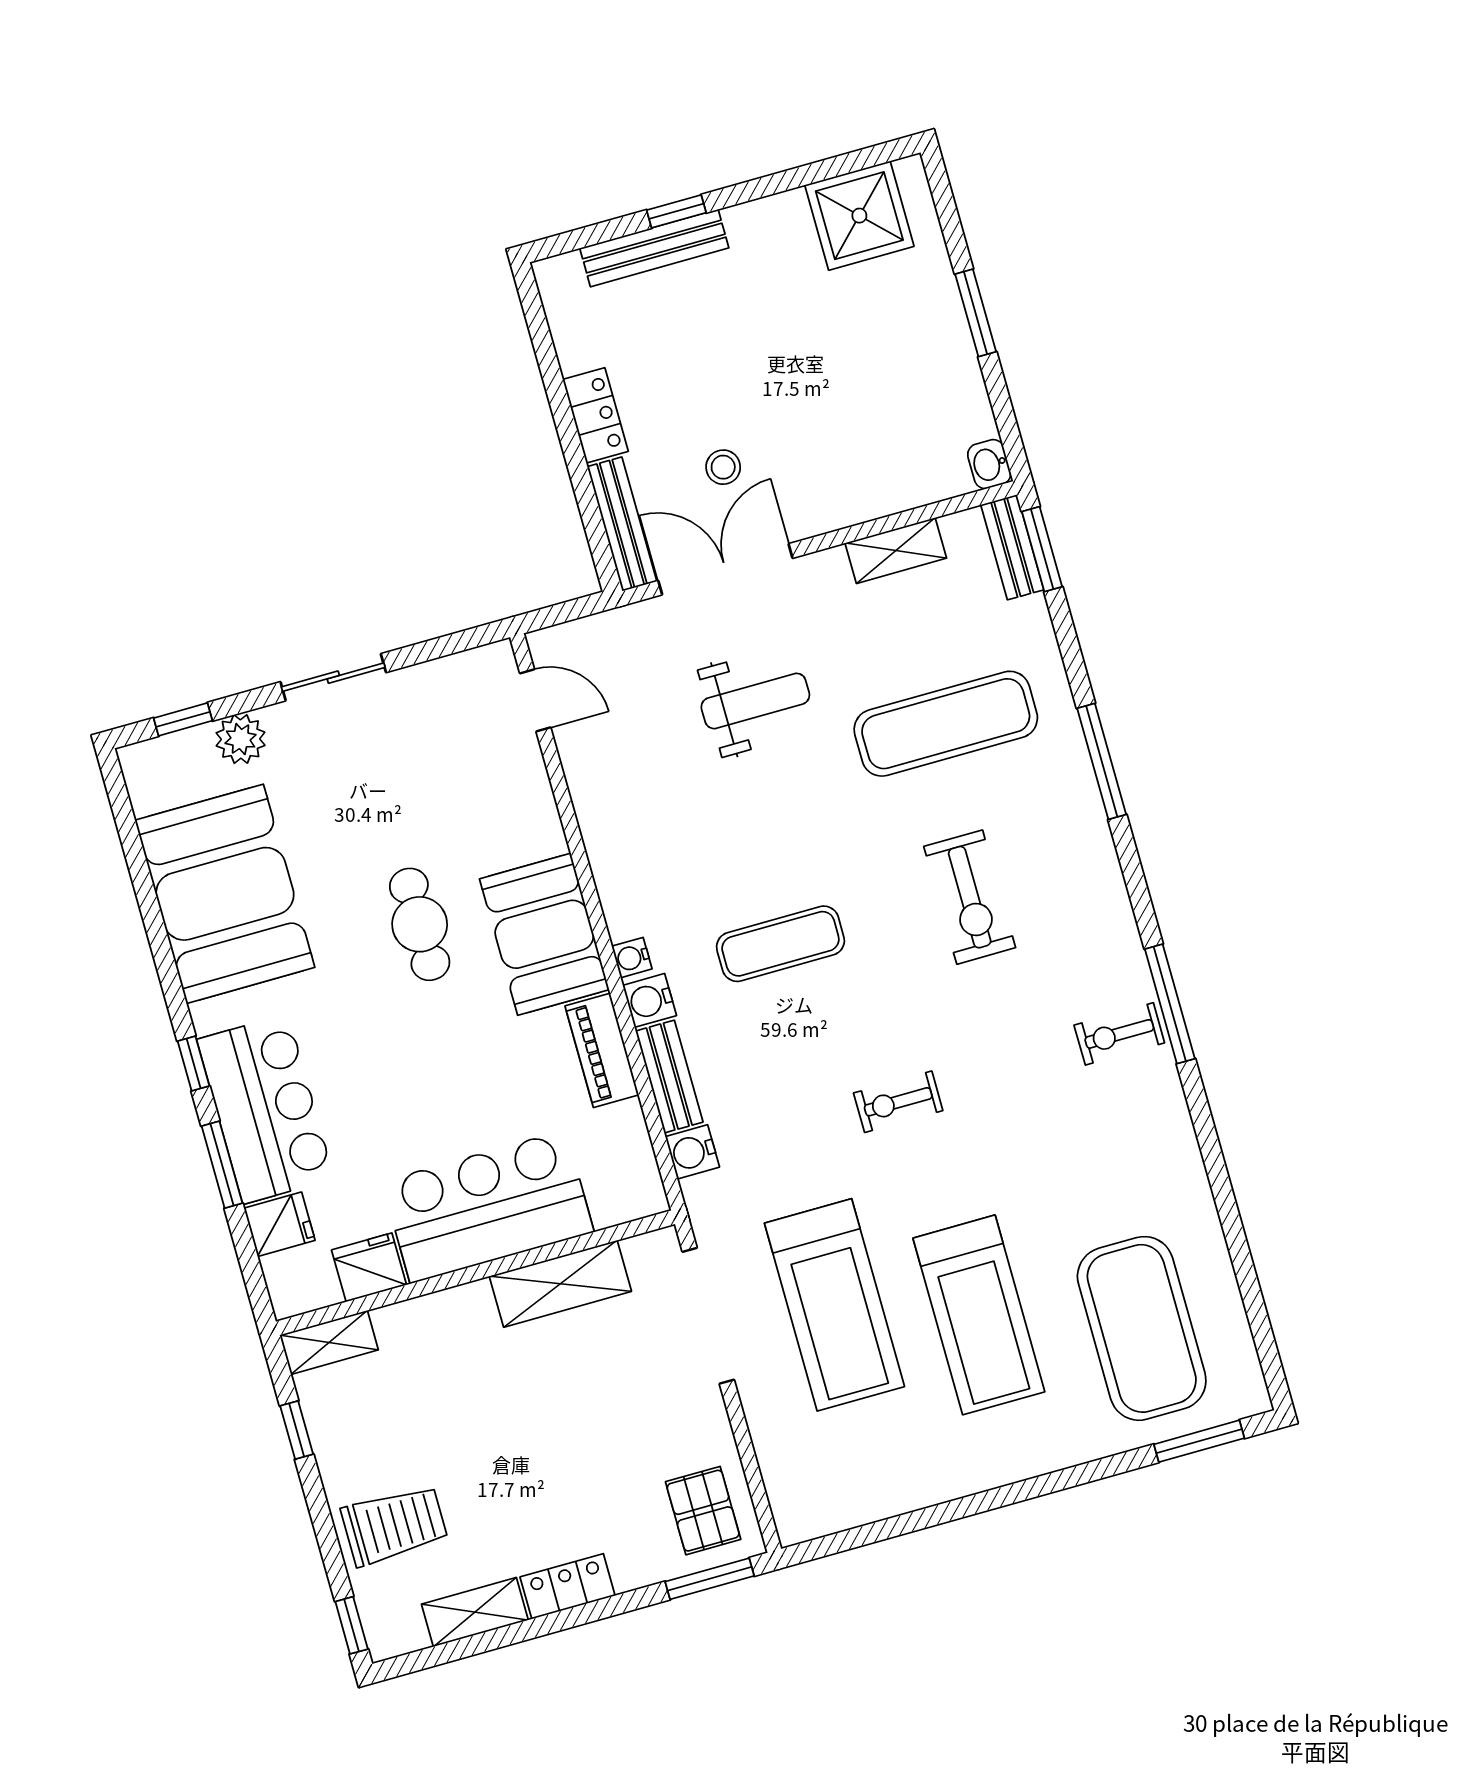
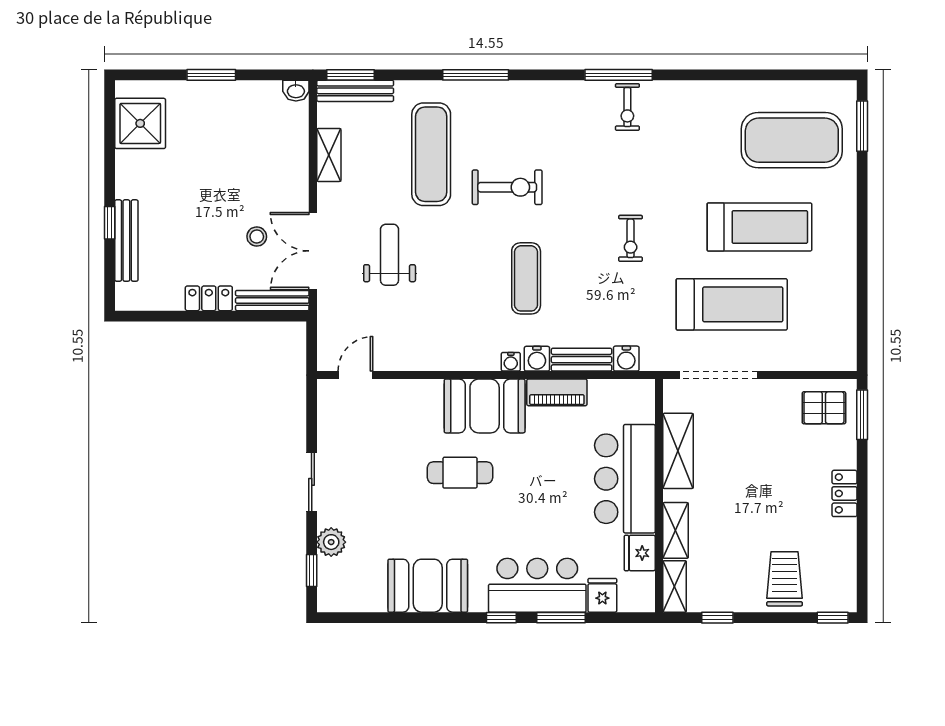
bench: (1012, 547) -> (355, 91), width x1.36
booth: (225, 894) -> (428, 586), width x0.73, depth x0.70
exercise bike: (970, 897) -> (507, 187), moved
shelving: (475, 1612) -> (676, 530), moved

